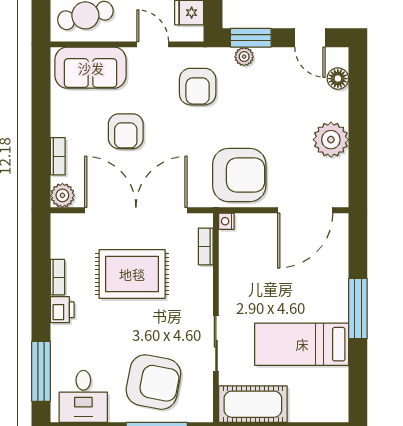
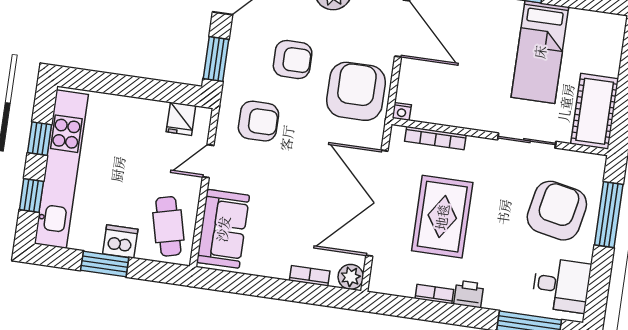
plant: (244, 57) -> (234, 69), removed
armchair: (126, 131) -> (293, 59), moved
bookcase: (206, 246) -> (435, 138), width x1.56

